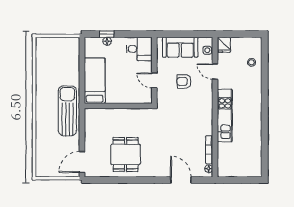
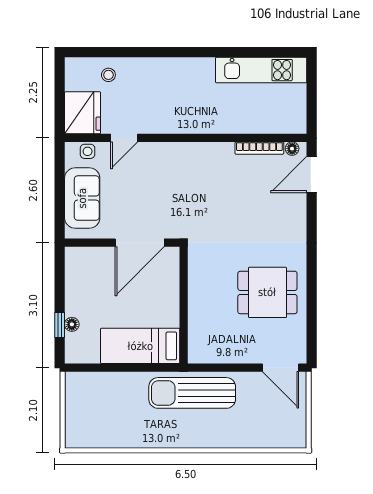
fridge: (224, 45) -> (83, 113), width x1.88, depth x1.34
desk: (139, 49) -> (85, 269), removed
door: (154, 80) -> (140, 243), width x1.88
armchair: (184, 81) -> (141, 191), removed
kitchen unit: (225, 115) -> (261, 70), moved, turned 180
door: (181, 180) -> (312, 174), moved

